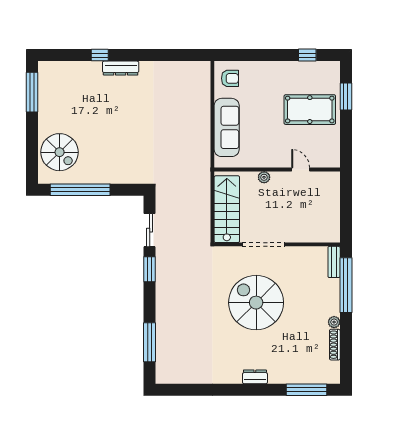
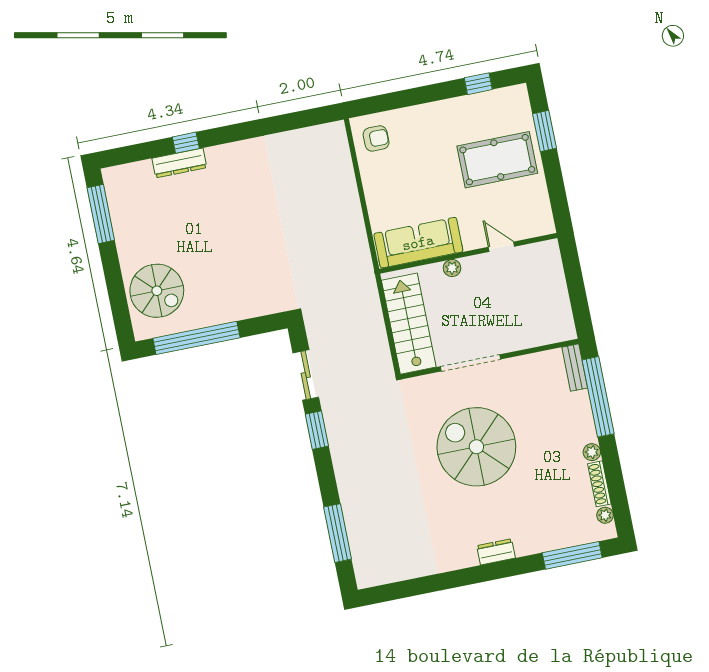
dresser: (121, 68) -> (179, 163), moved
sofa: (227, 127) -> (418, 243), moved, turned -90
plant: (334, 367) -> (605, 515), added

